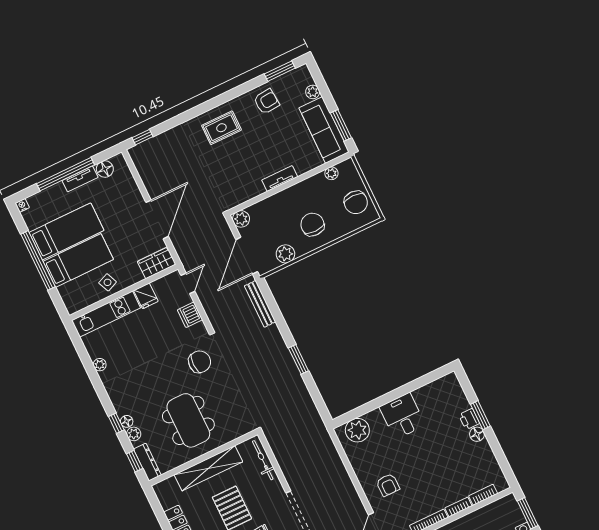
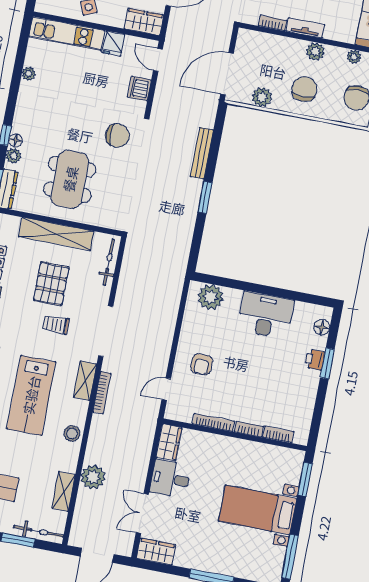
bookcase: (253, 193) -> (273, 23), added
plant: (241, 219) -> (315, 52), moved
door: (188, 283) -> (158, 60), swing flipped
bench: (260, 304) -> (202, 153), moved
desk: (402, 416) -> (266, 315), width x1.37
floor lamp: (477, 434) -> (322, 327), moved

